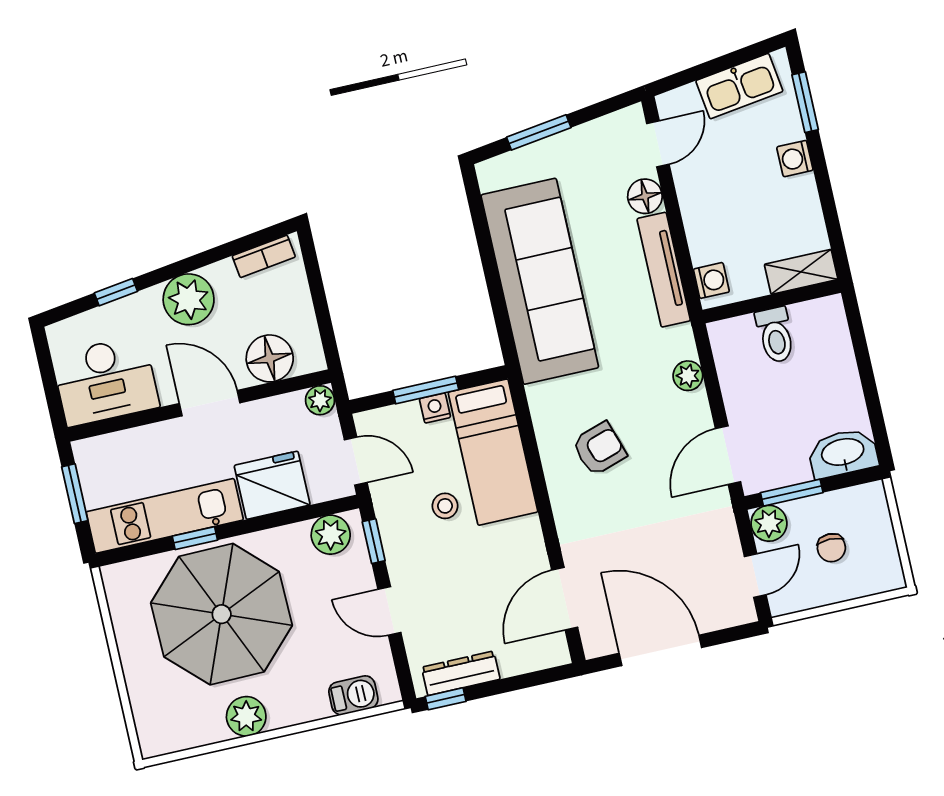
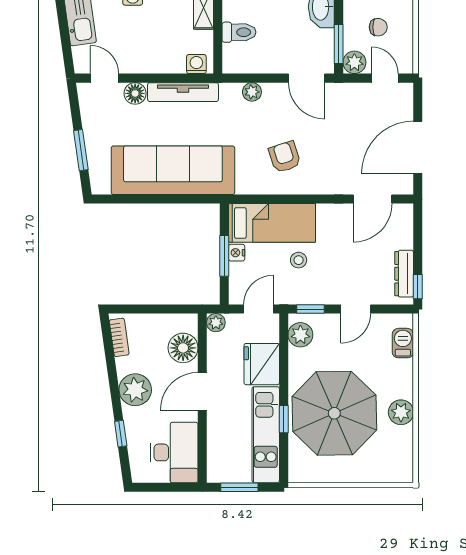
door: (565, 599) -> (373, 199), hinge flipped

